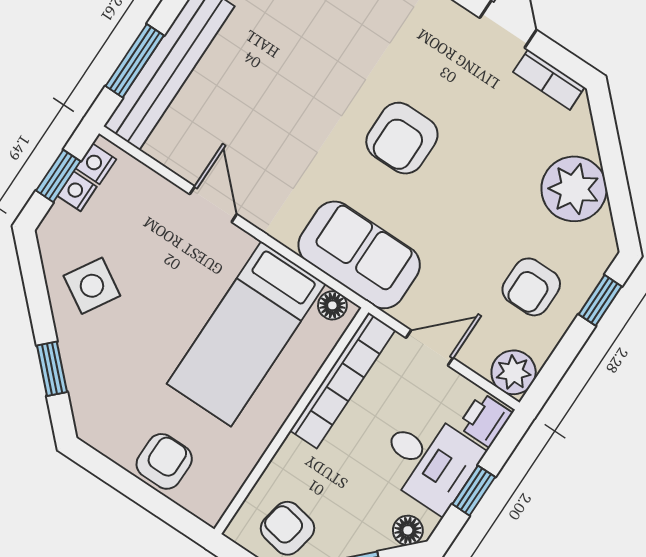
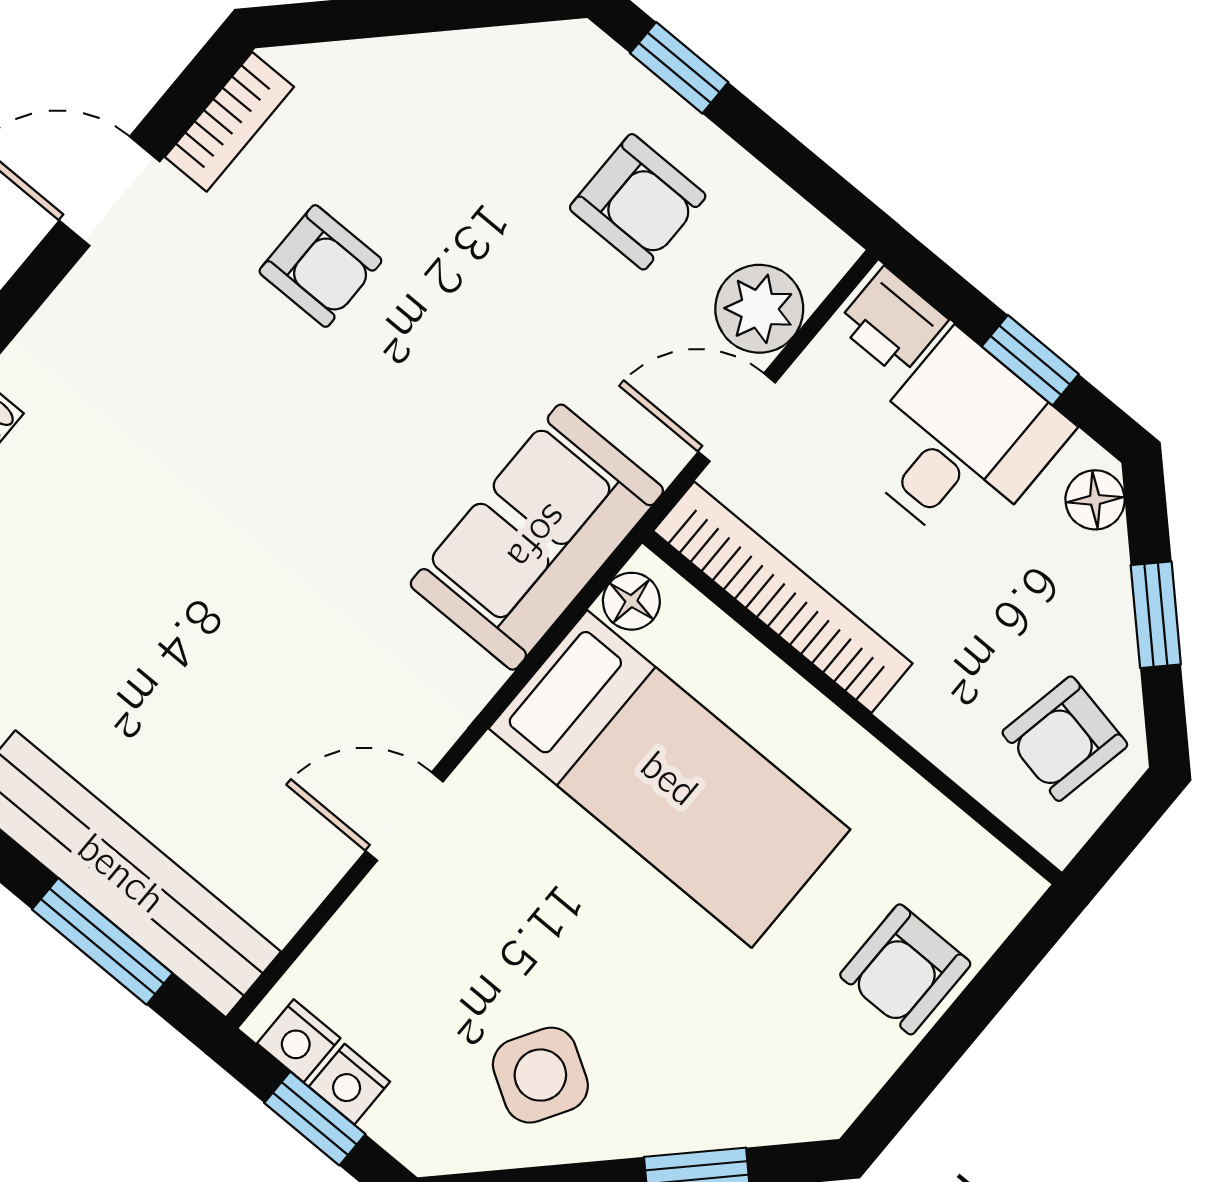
armchair: (402, 138) -> (320, 266), moved, width x0.72, depth x0.72
plant: (574, 189) -> (452, 96), removed
door: (429, 348) -> (737, 417), hinge flipped
plant: (514, 372) -> (759, 309), moved
armchair: (164, 461) -> (905, 969), turned -90

